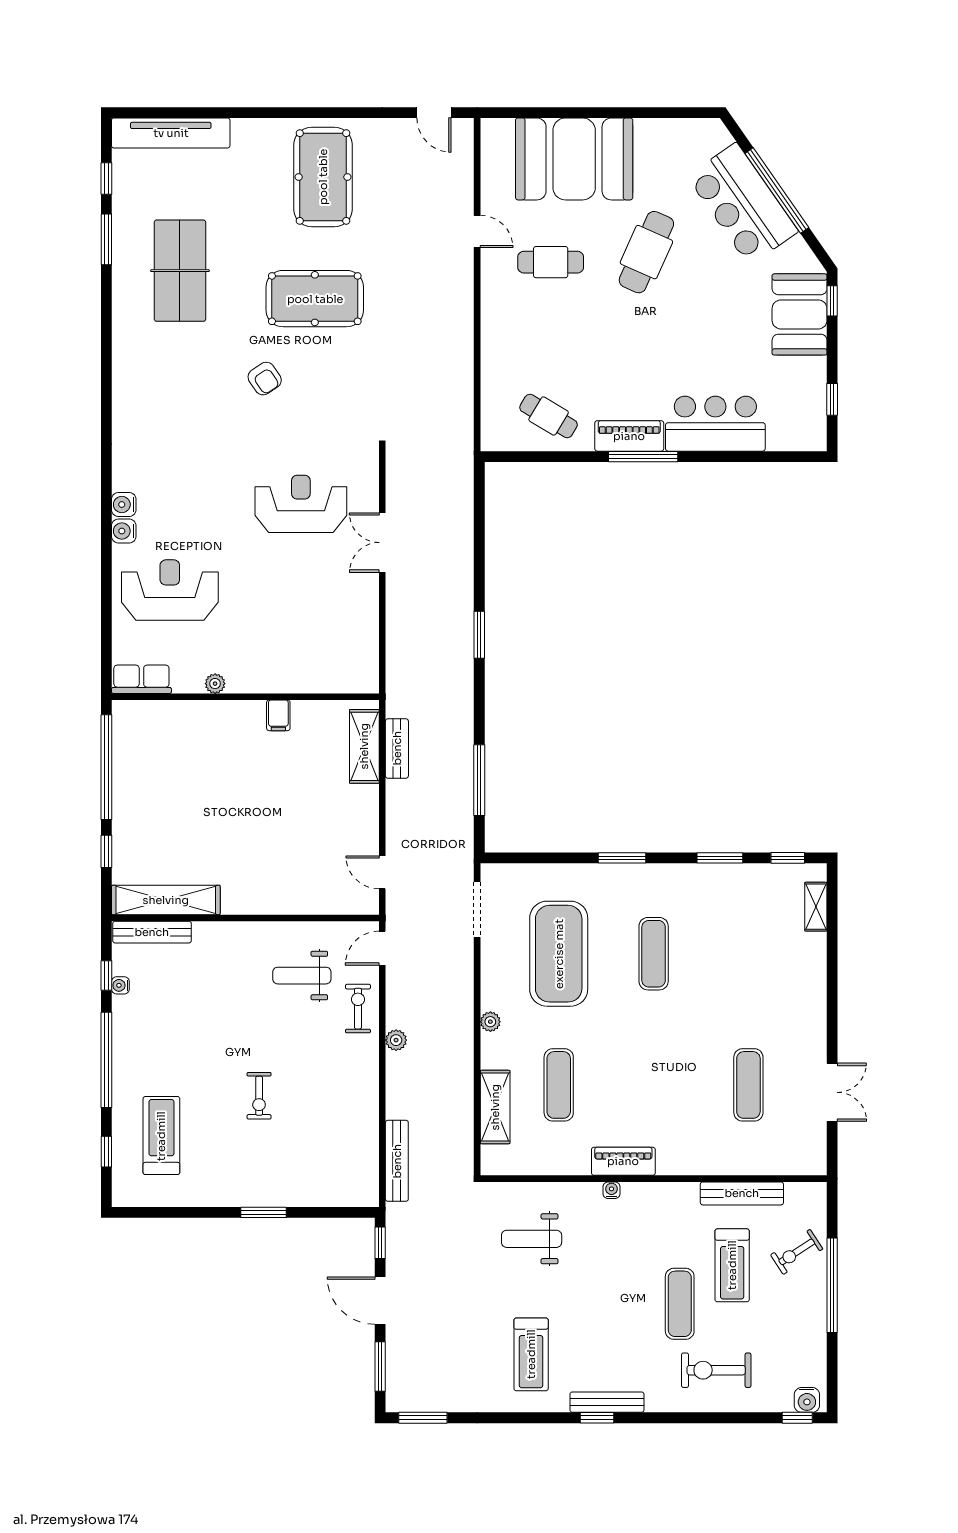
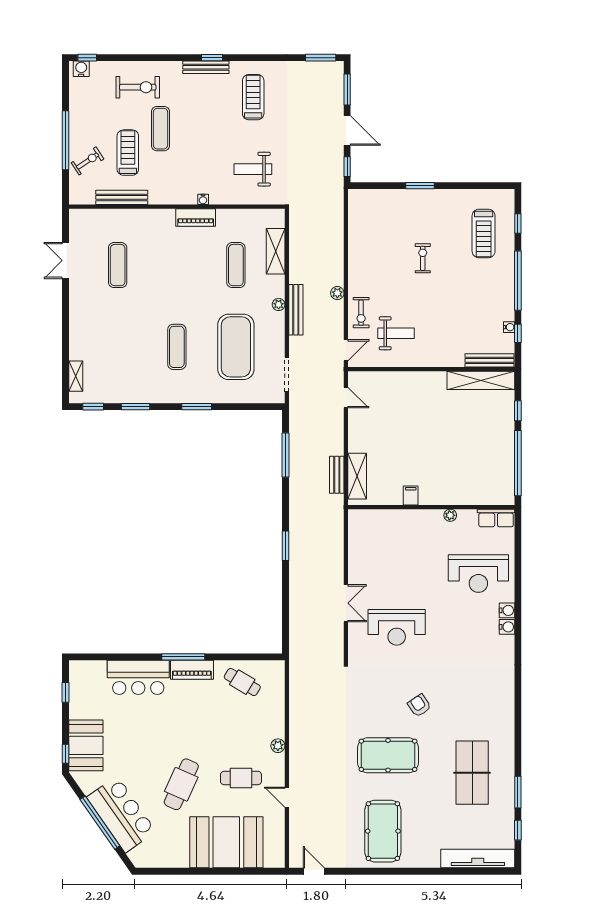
plant: (491, 314) -> (278, 746), added
bench: (397, 1161) -> (296, 310), moved
weight bench: (532, 1239) -> (253, 169), turned 180

